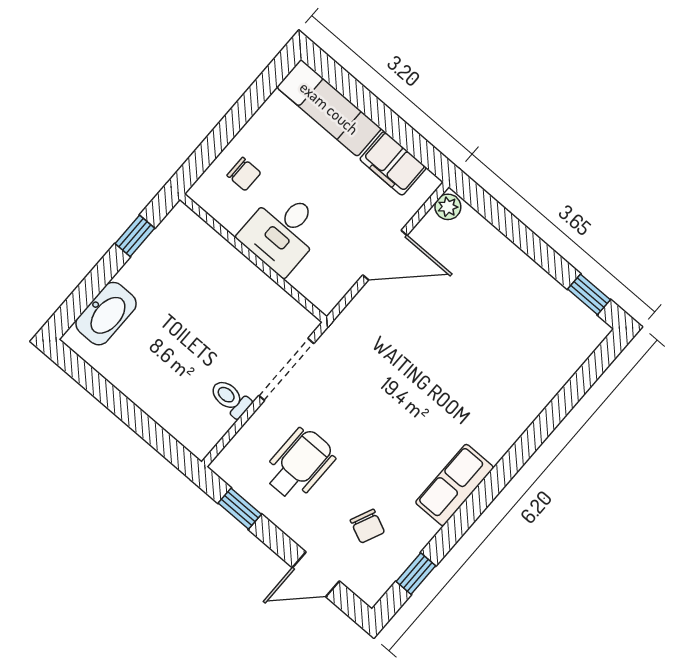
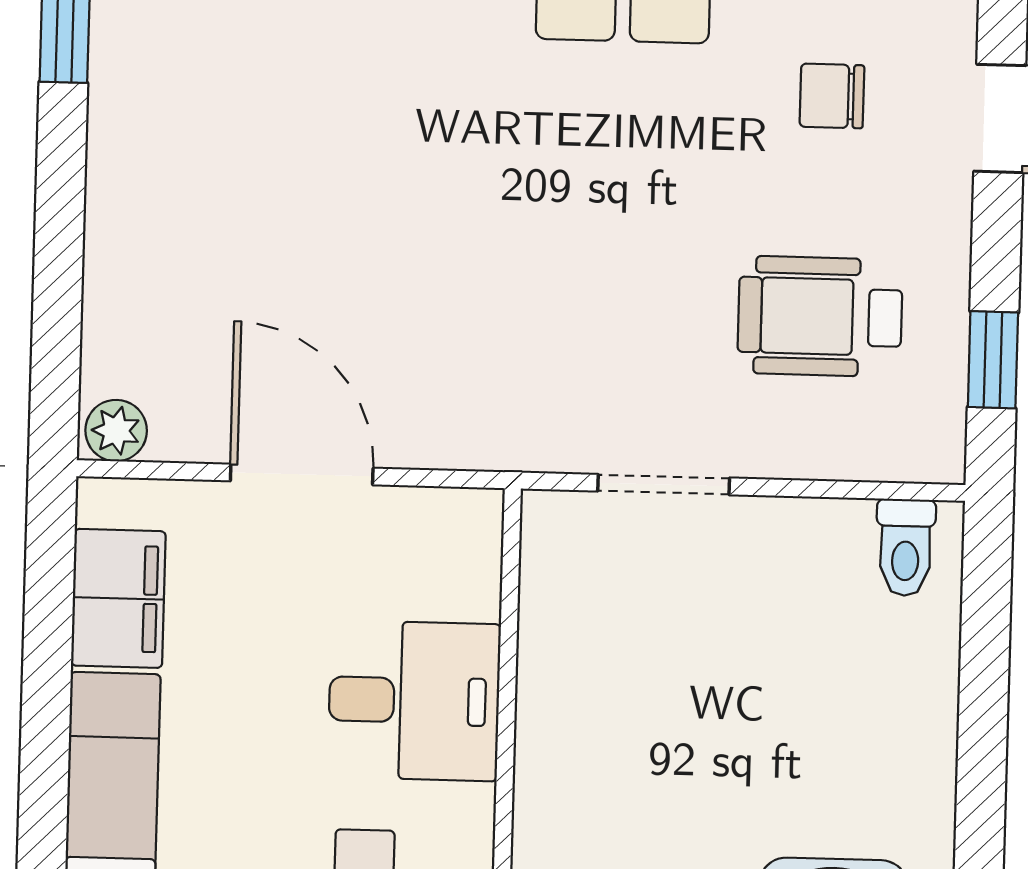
doorway: (286, 369) -> (664, 485), width x0.73
toilet: (230, 398) -> (905, 547), moved
chair: (367, 526) -> (832, 96), turned -114

